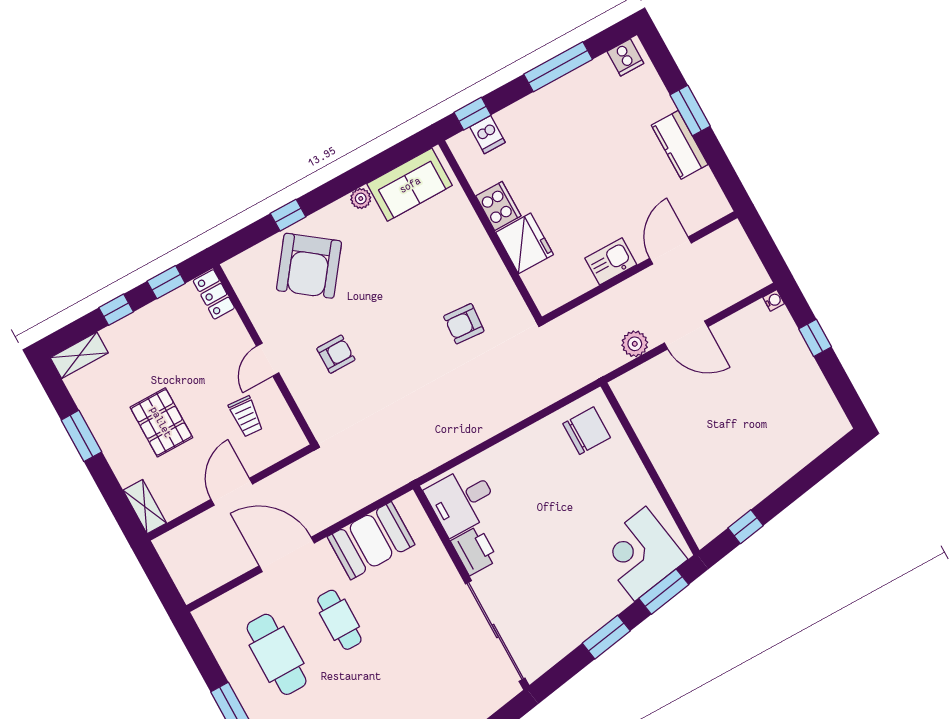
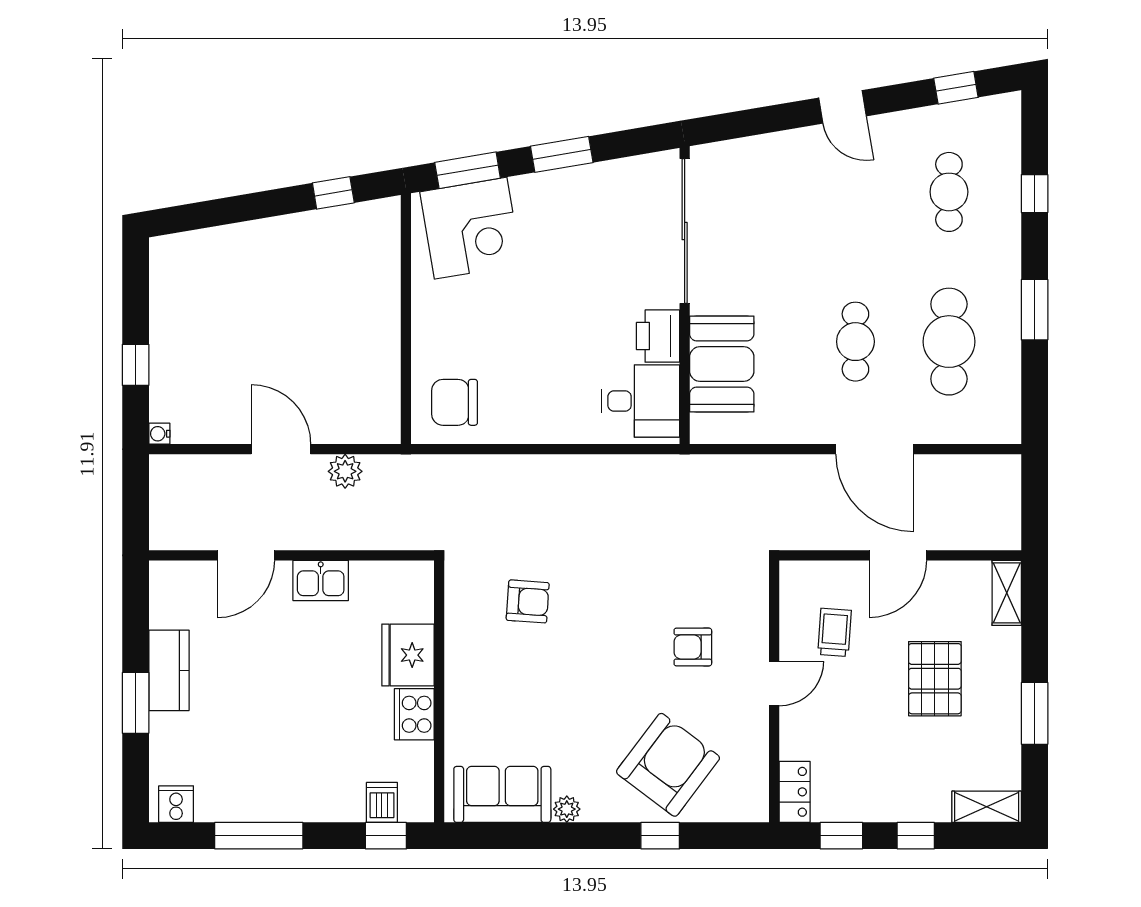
booth: (371, 541) -> (722, 364), moved, turned 90

